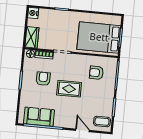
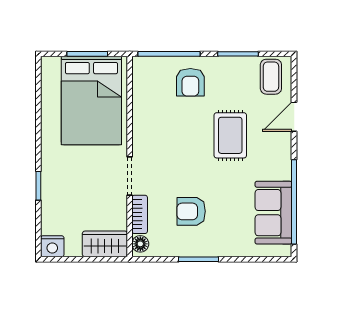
armchair: (96, 73) -> (190, 82), moved
rug: (69, 89) -> (230, 135), moved

